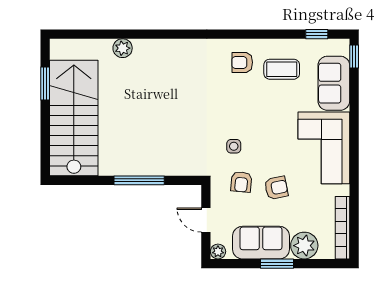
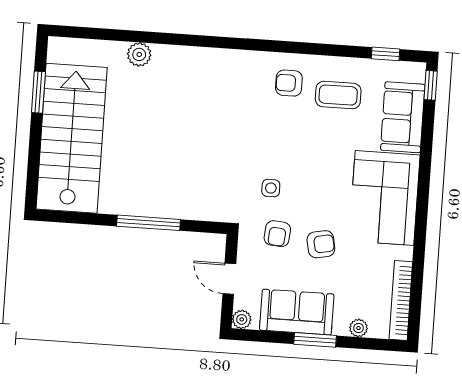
plant: (304, 246) -> (359, 328), width x0.53, depth x0.53

